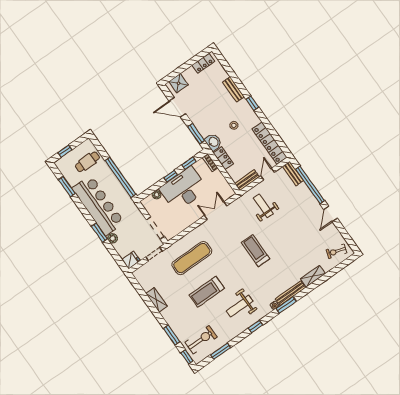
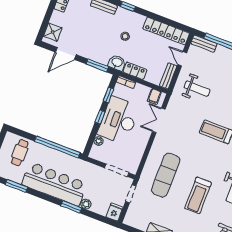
filing cabinet: (225, 189) -> (154, 97), added
weight bench: (263, 206) -> (197, 89), turned 180

